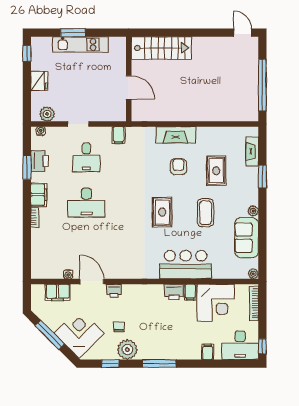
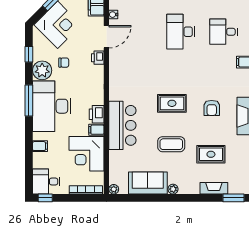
fireplace: (252, 151) -> (214, 188), moved
armchair: (178, 167) -> (212, 108), moved, turned 90
window: (262, 177) -> (233, 198), moved
desk: (165, 339) -> (52, 106), added
desk: (240, 345) -> (46, 182), width x0.73

